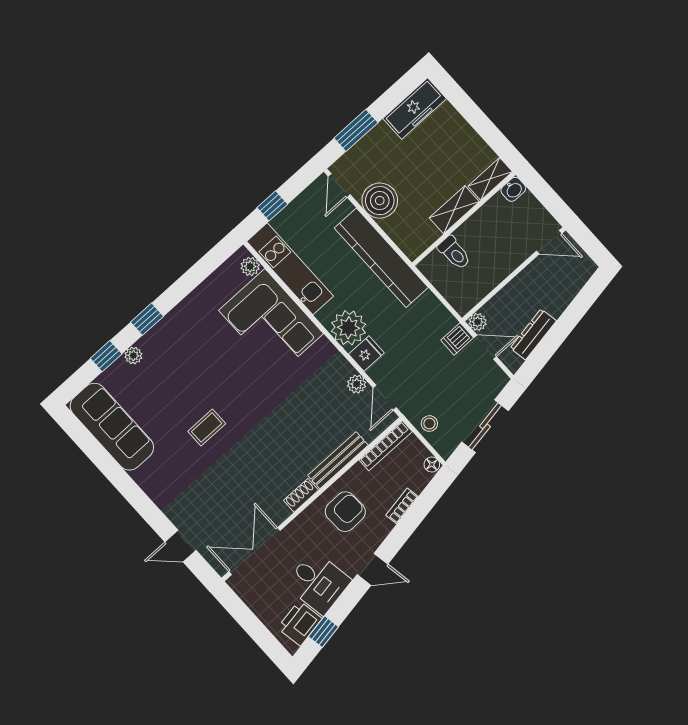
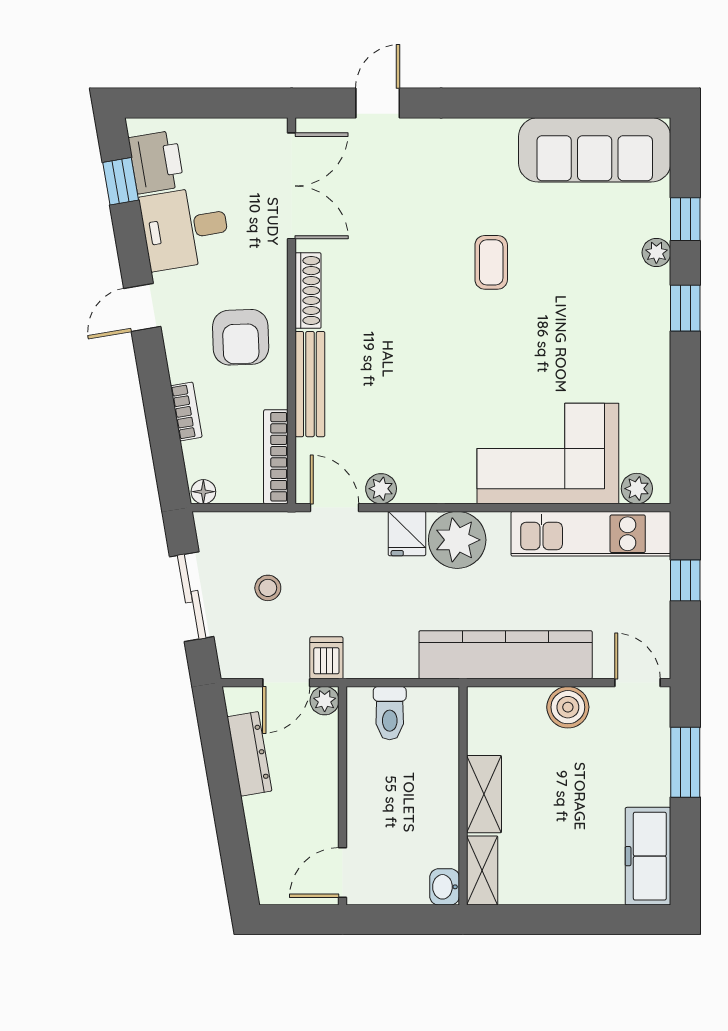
boiler: (380, 201) -> (568, 707), width x0.73, depth x0.73
toilet: (454, 253) -> (390, 713), moved, turned -90
stool: (429, 424) -> (268, 588), moved
shoe rack: (301, 495) -> (308, 291), width x1.43

